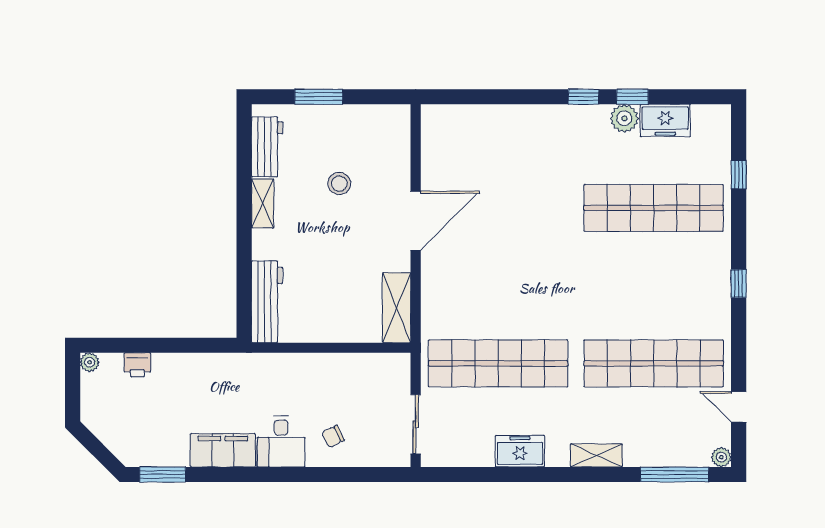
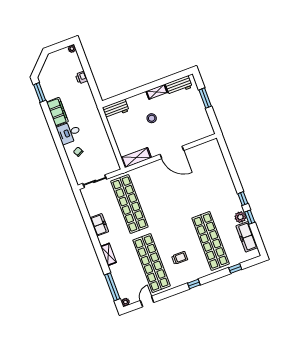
freezer: (665, 120) -> (247, 237), width x1.40
stool: (339, 184) -> (152, 118), moved
trolley: (666, 294) -> (180, 258), added
workbench: (267, 302) -> (116, 109), width x0.73
printer: (137, 365) -> (82, 78), moved

